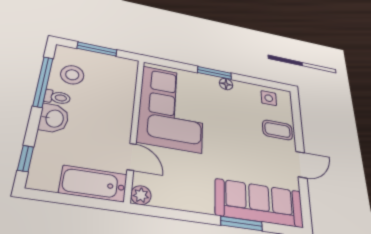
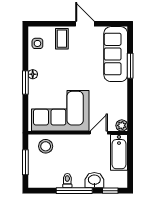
stool: (72, 75) -> (46, 146), moved
window: (43, 82) -> (74, 191), moved
washbasin: (54, 118) -> (94, 180), moved

